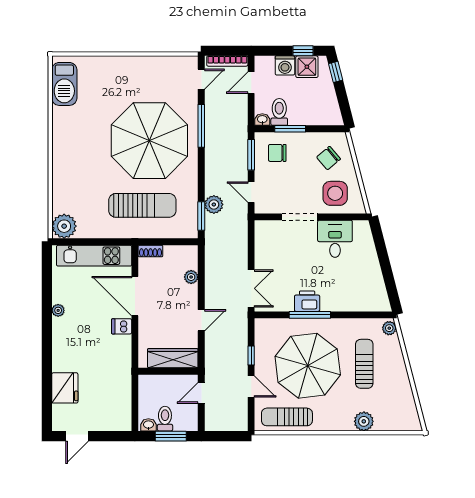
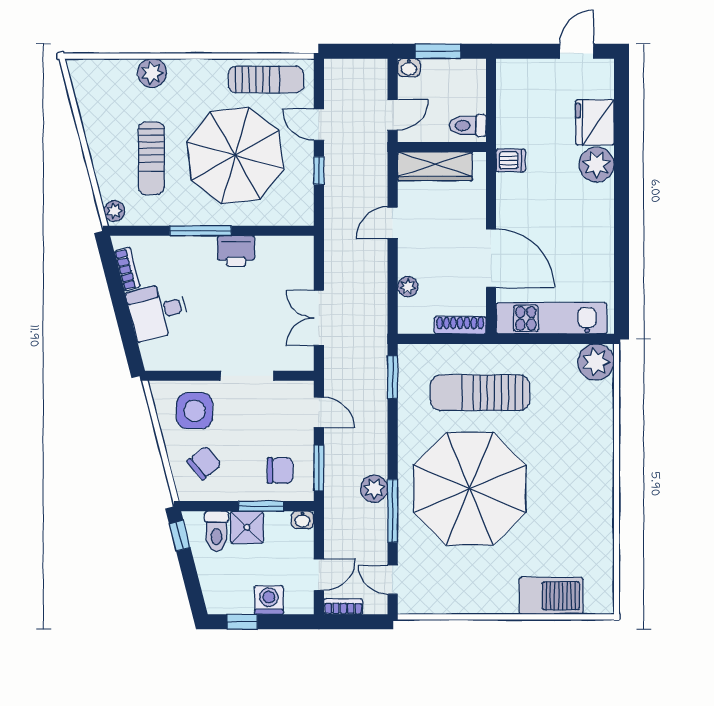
bookcase: (227, 61) -> (343, 607), width x0.64
shower: (307, 67) -> (247, 527), moved
window: (336, 72) -> (180, 536), moved
door: (201, 79) -> (393, 580), hinge flipped
barbecue: (64, 84) -> (551, 596), moved, turned 90
toilet: (279, 112) -> (217, 531), moved
plant: (214, 204) -> (374, 489), moved
desk: (335, 239) -> (158, 311), moved, turned 76
shoe rack: (150, 251) -> (460, 325), width x1.43
double door: (251, 288) -> (319, 318), moved
bookcase: (380, 289) -> (127, 269), added
plant: (58, 310) -> (597, 164), moved, width x1.88, depth x1.88
window: (310, 315) -> (200, 231), moved
dishwasher: (122, 326) -> (511, 160), moved
toilet: (165, 419) -> (468, 125), moved, turned 90
washbasin: (148, 425) -> (409, 68), moved

